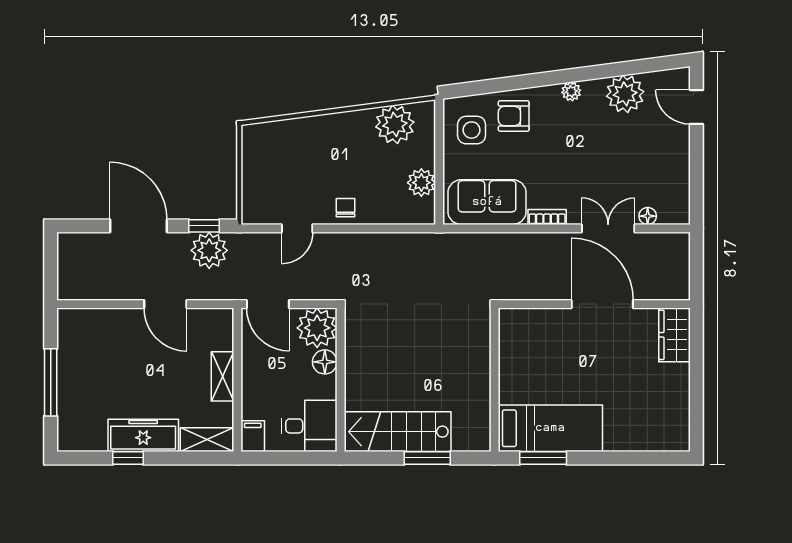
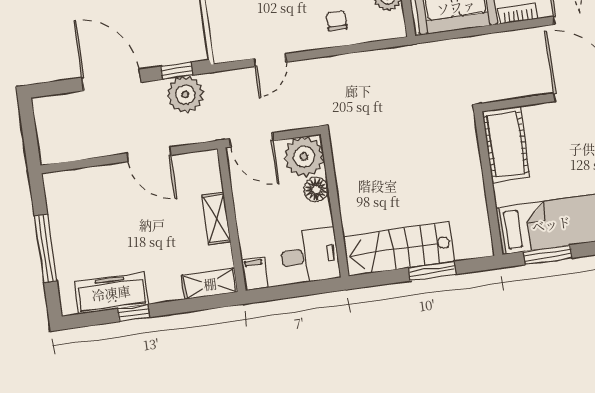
chair: (346, 208) -> (337, 20), moved
cot: (517, 344) -> (506, 144), added
freezer: (143, 435) -> (111, 293), moved

